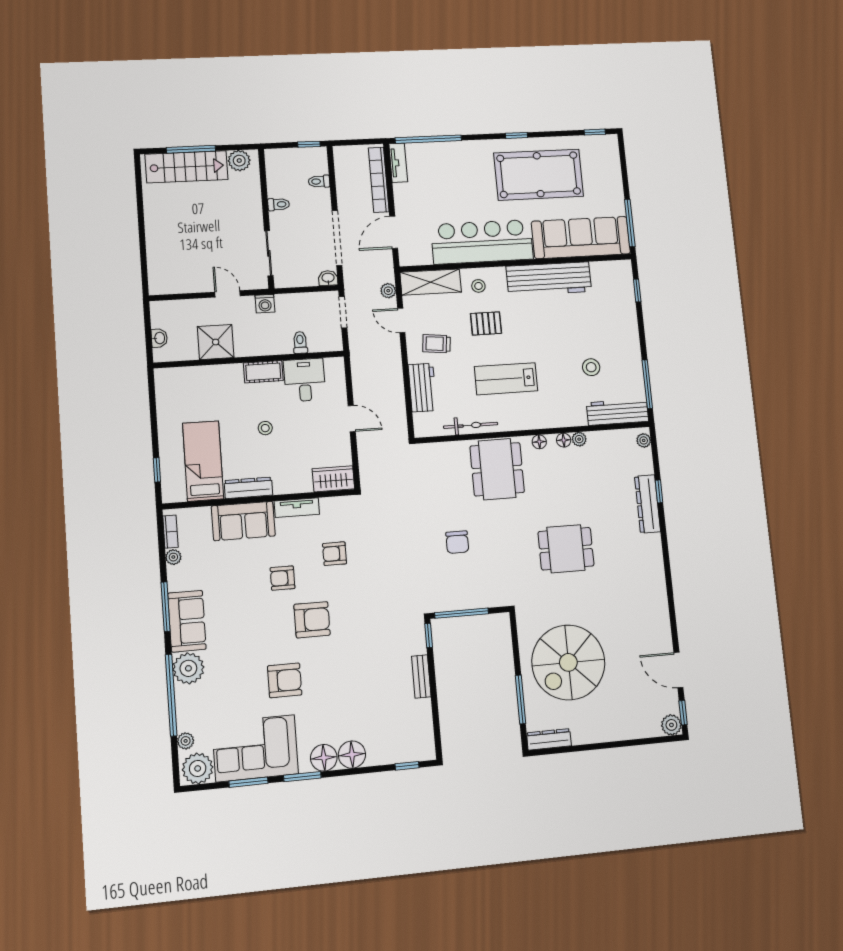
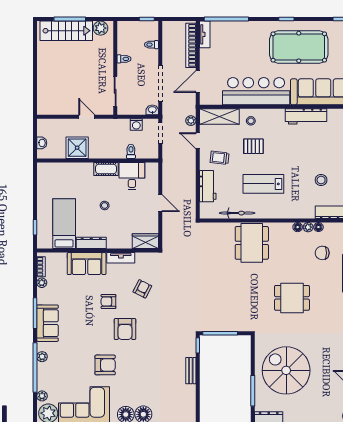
workbench: (549, 279) -> (306, 116), width x0.73, depth x0.76
washing machine: (265, 304) -> (136, 124), moved
floor lamp: (539, 442) -> (318, 227), moved
chair: (457, 542) -> (322, 253), moved, turned 90
armchair: (335, 554) -> (142, 289), turned 117
armchair: (312, 620) -> (125, 329), turned 90
spiral stairs: (568, 662) -> (286, 370), turned 90
plant: (188, 668) -> (42, 357), width x0.53, depth x0.53

